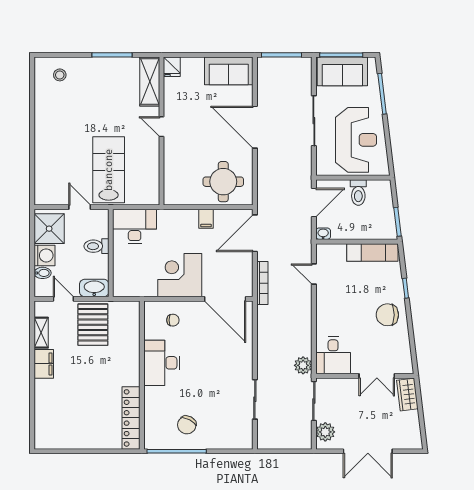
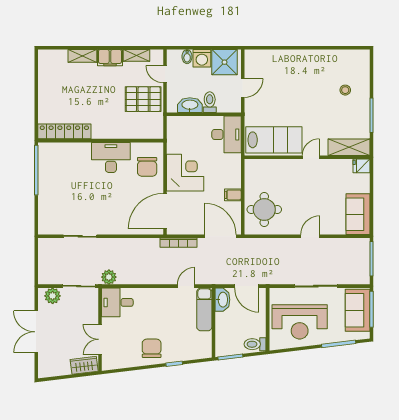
stool: (60, 75) -> (345, 90), moved
door: (255, 127) -> (310, 236), width x0.53
lab bench: (109, 170) -> (274, 140), moved
toilet: (358, 193) -> (255, 344), moved
washbasin: (323, 234) -> (222, 300), width x1.91, depth x1.45
exam couch: (372, 252) -> (204, 309), moved
washbasin: (94, 288) -> (190, 105), moved, turned -90
door: (63, 299) -> (165, 74), swing flipped
chair: (173, 320) -> (147, 167), width x1.87, depth x1.87
shelving: (42, 397) -> (82, 56), added
chair: (187, 425) -> (58, 179), removed

